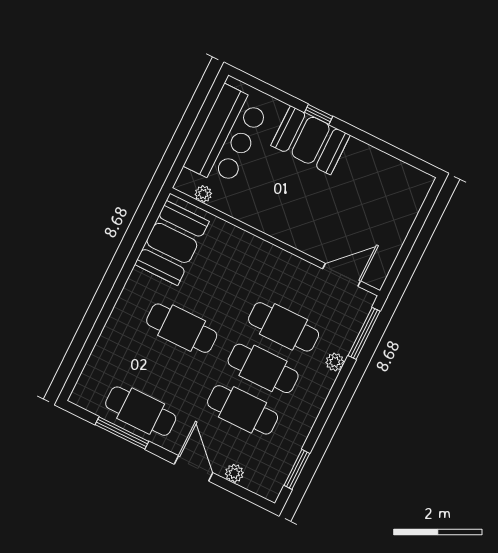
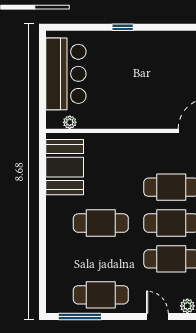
booth: (311, 140) -> (126, 48), removed
window: (122, 433) -> (80, 317), moved
door: (194, 468) -> (157, 317), width x0.73

